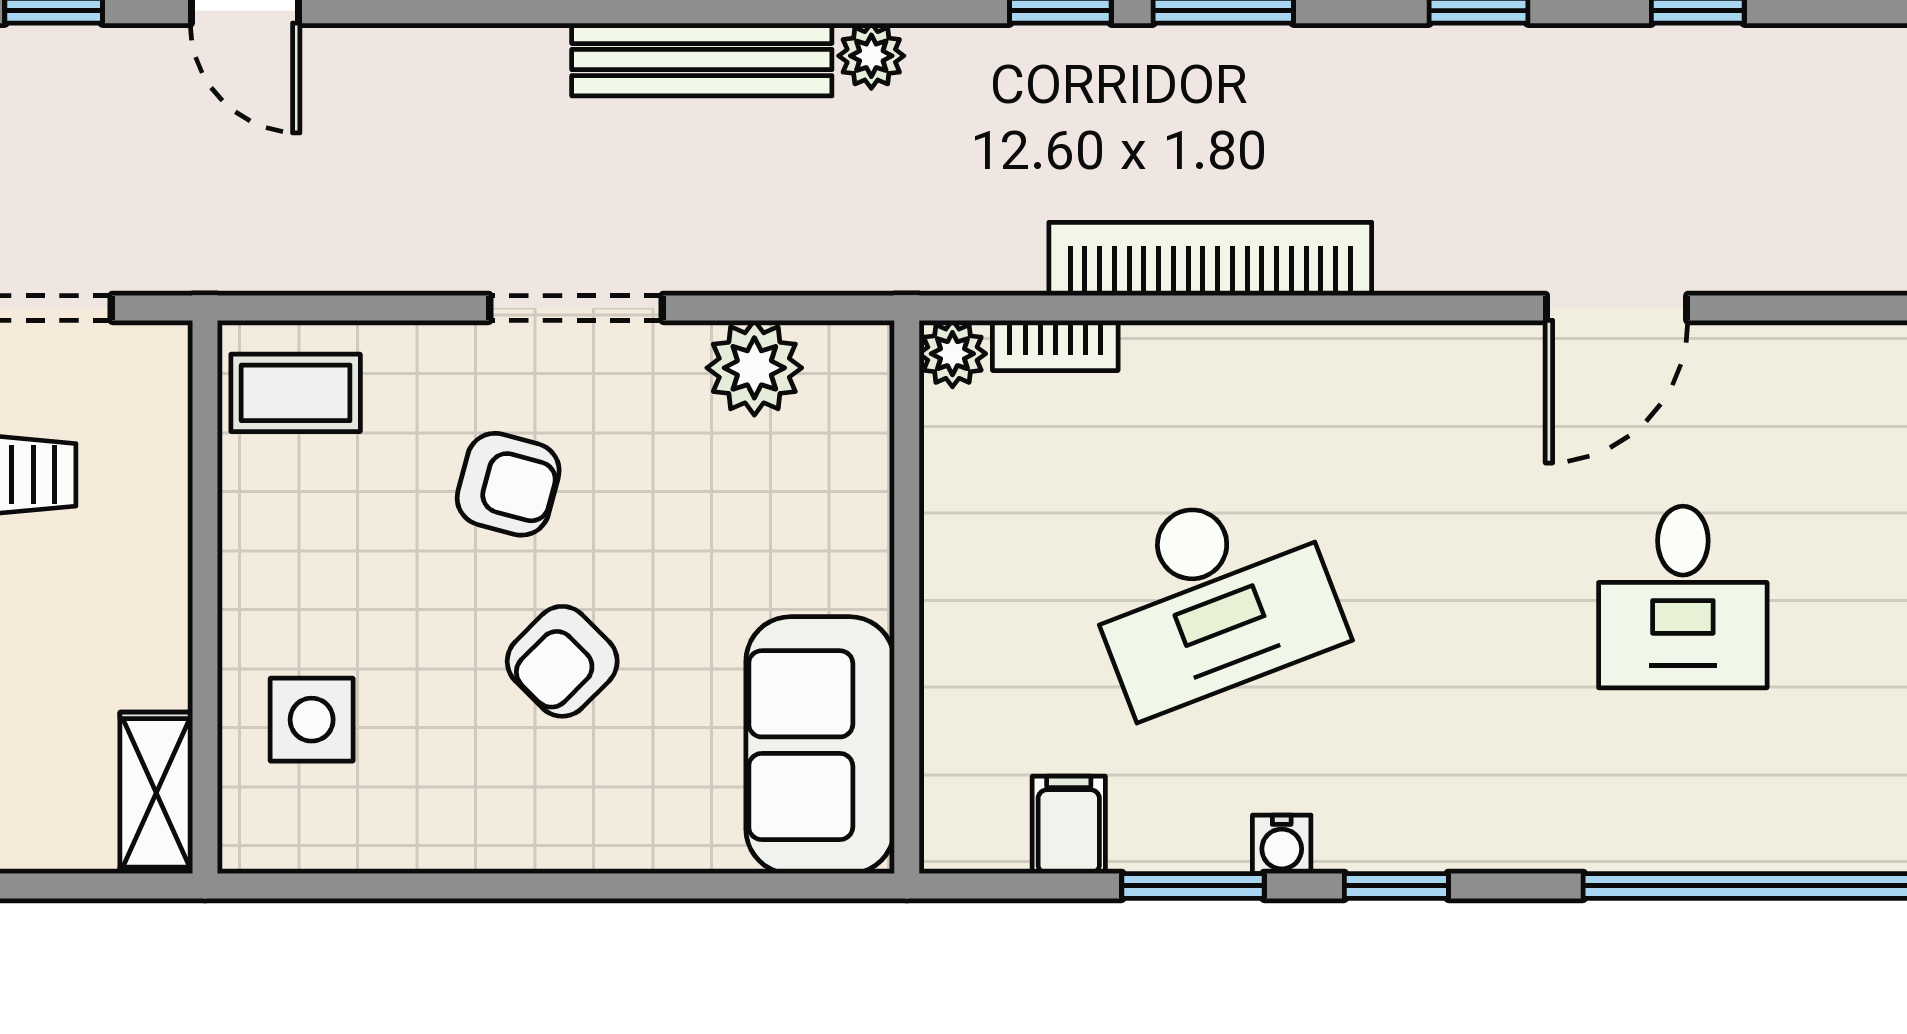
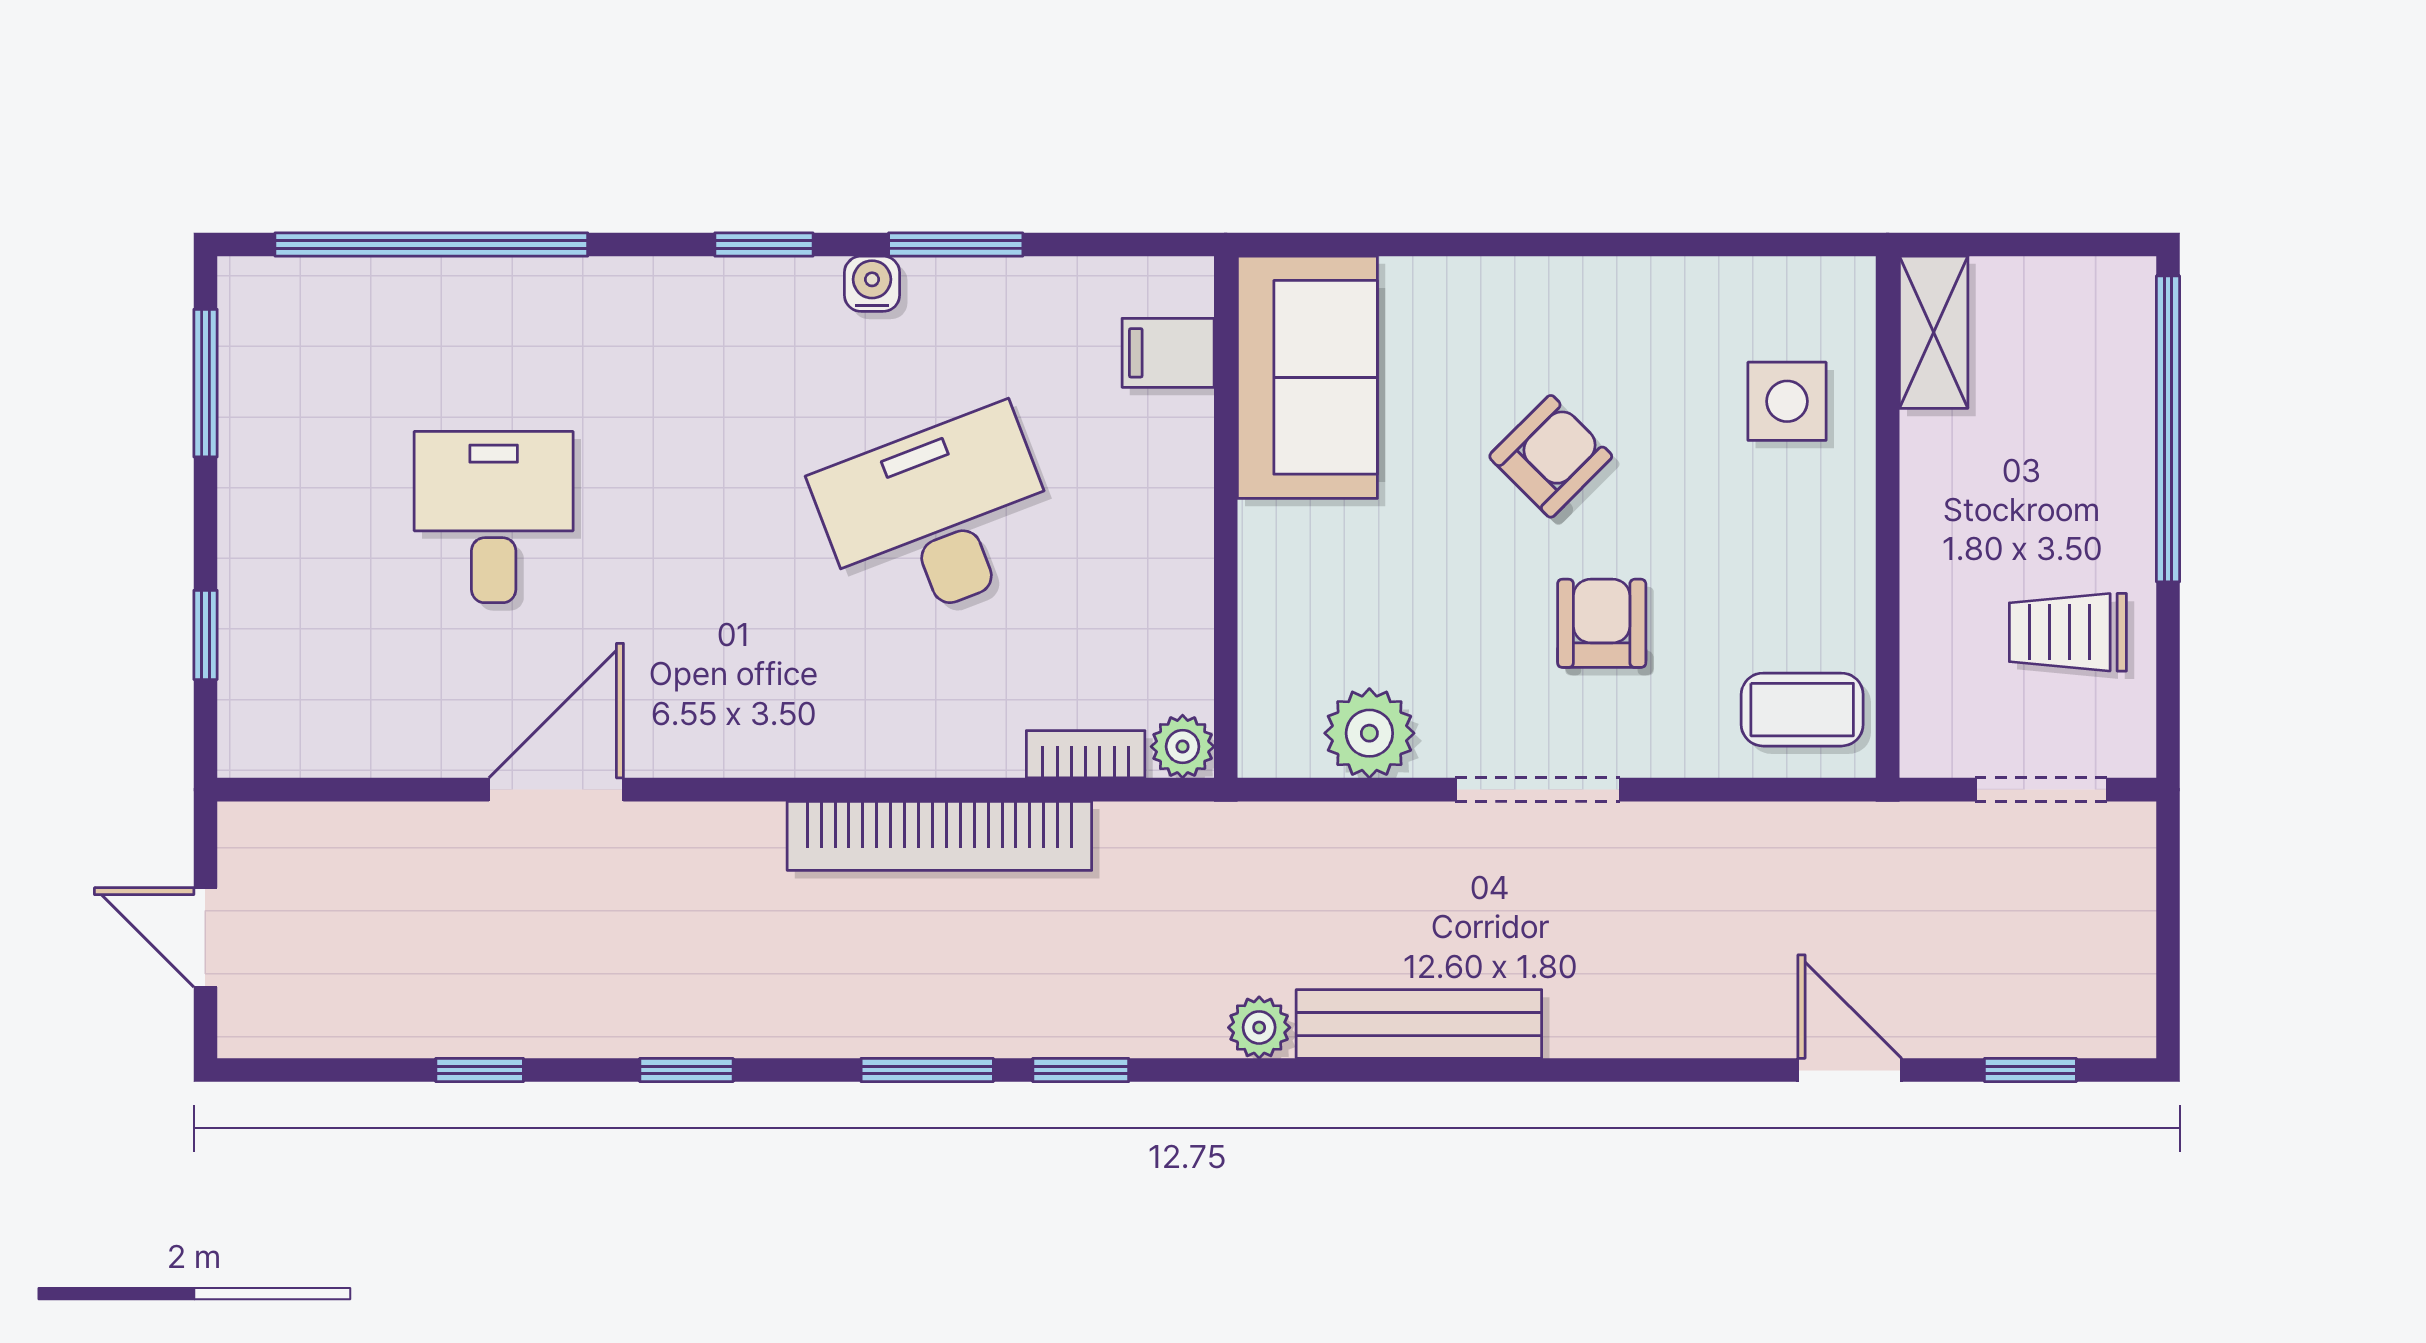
armchair: (508, 484) -> (1602, 623), turned 75
filing cabinet: (1069, 825) -> (1168, 353), moved, turned 90

